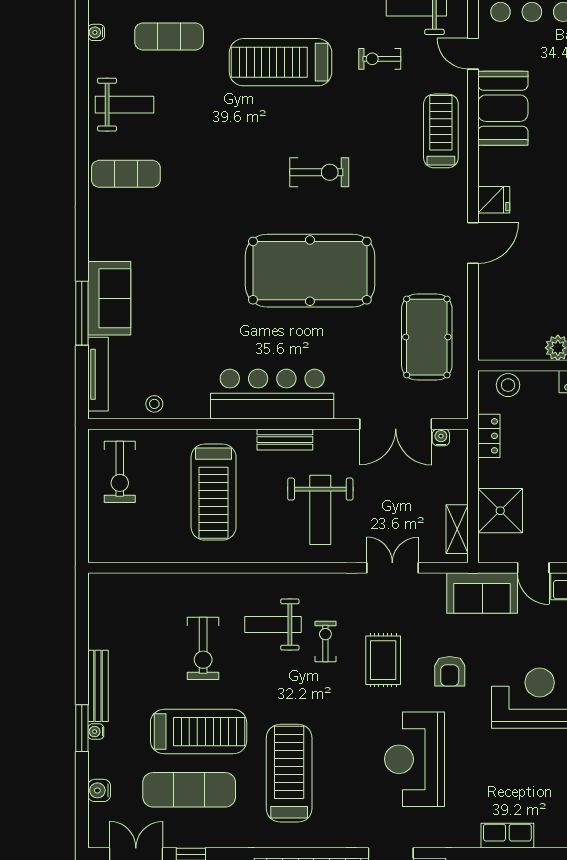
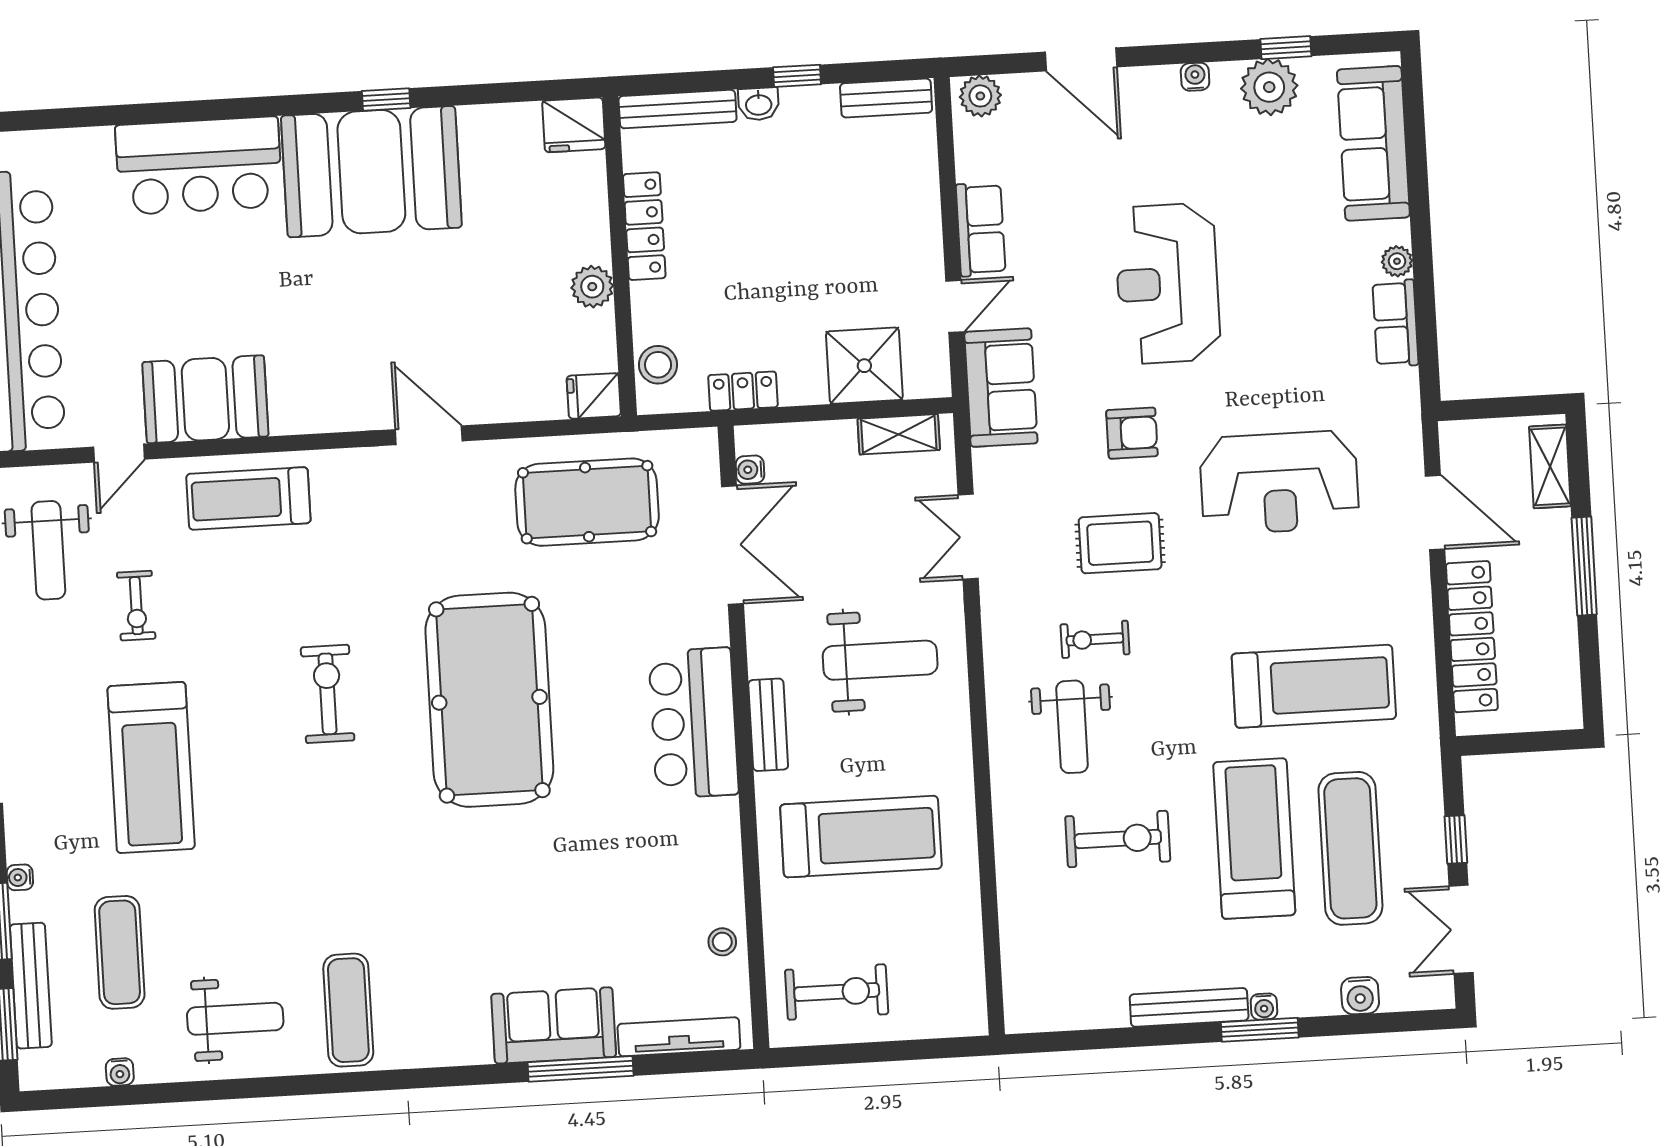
weight bench: (125, 105) -> (235, 1019), turned 90
fridge: (494, 200) -> (594, 396), moved, turned -90
bar counter: (272, 394) -> (694, 723), width x0.73
treadmill: (289, 773) -> (1314, 686), turned 180
plant: (545, 839) -> (1397, 261), added

